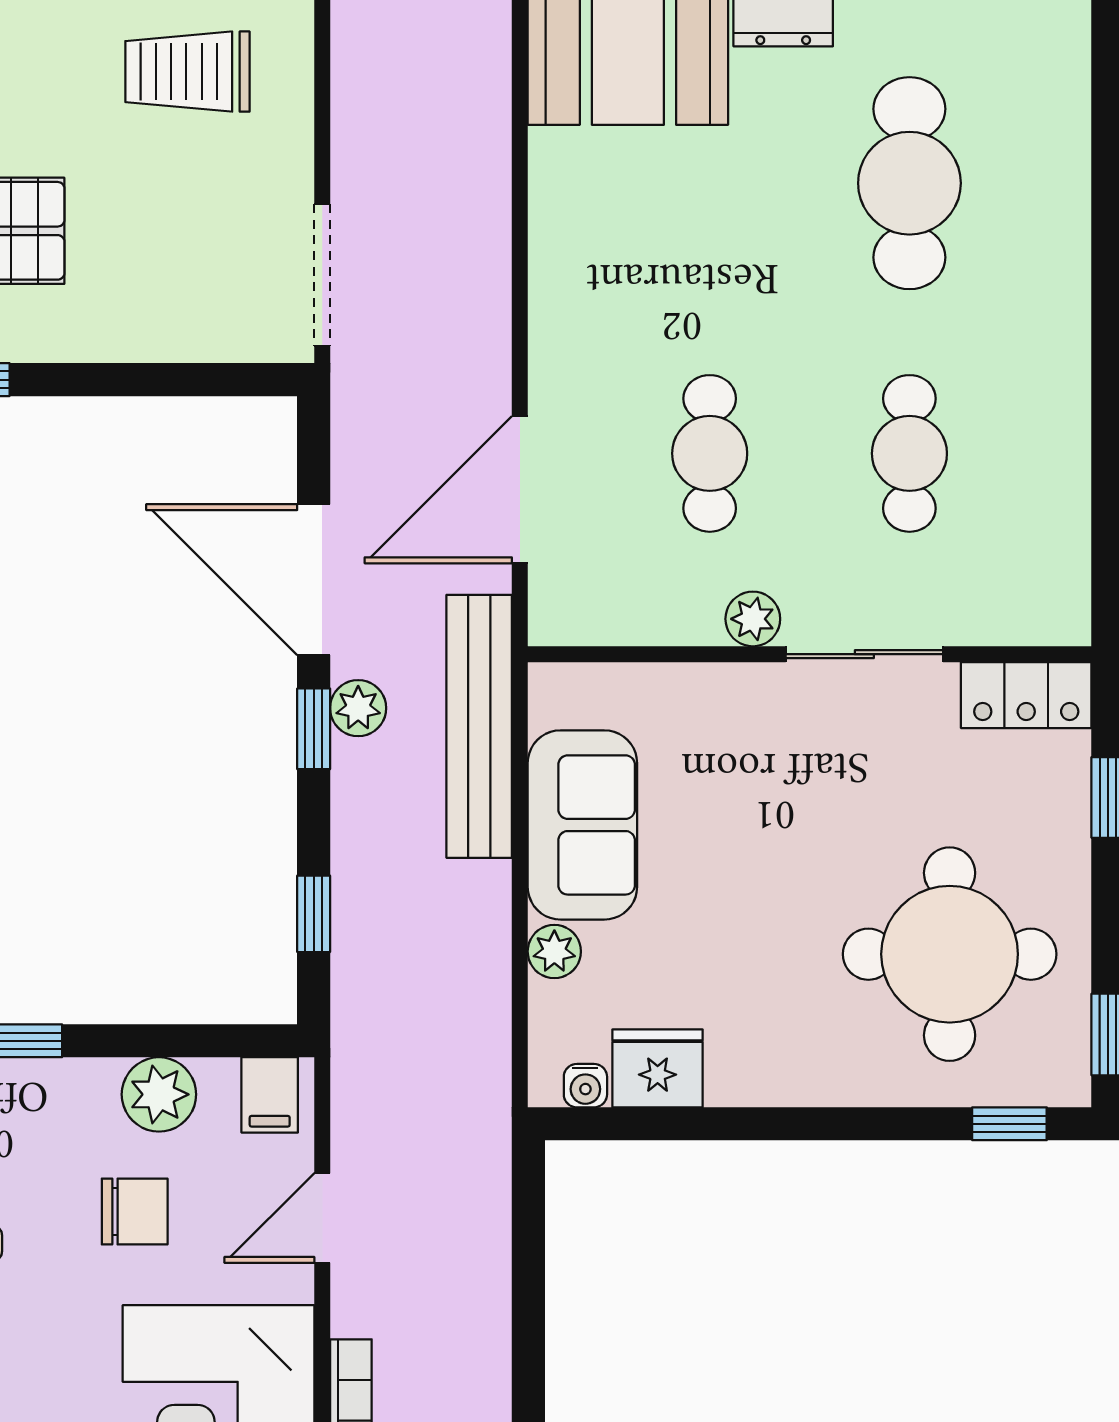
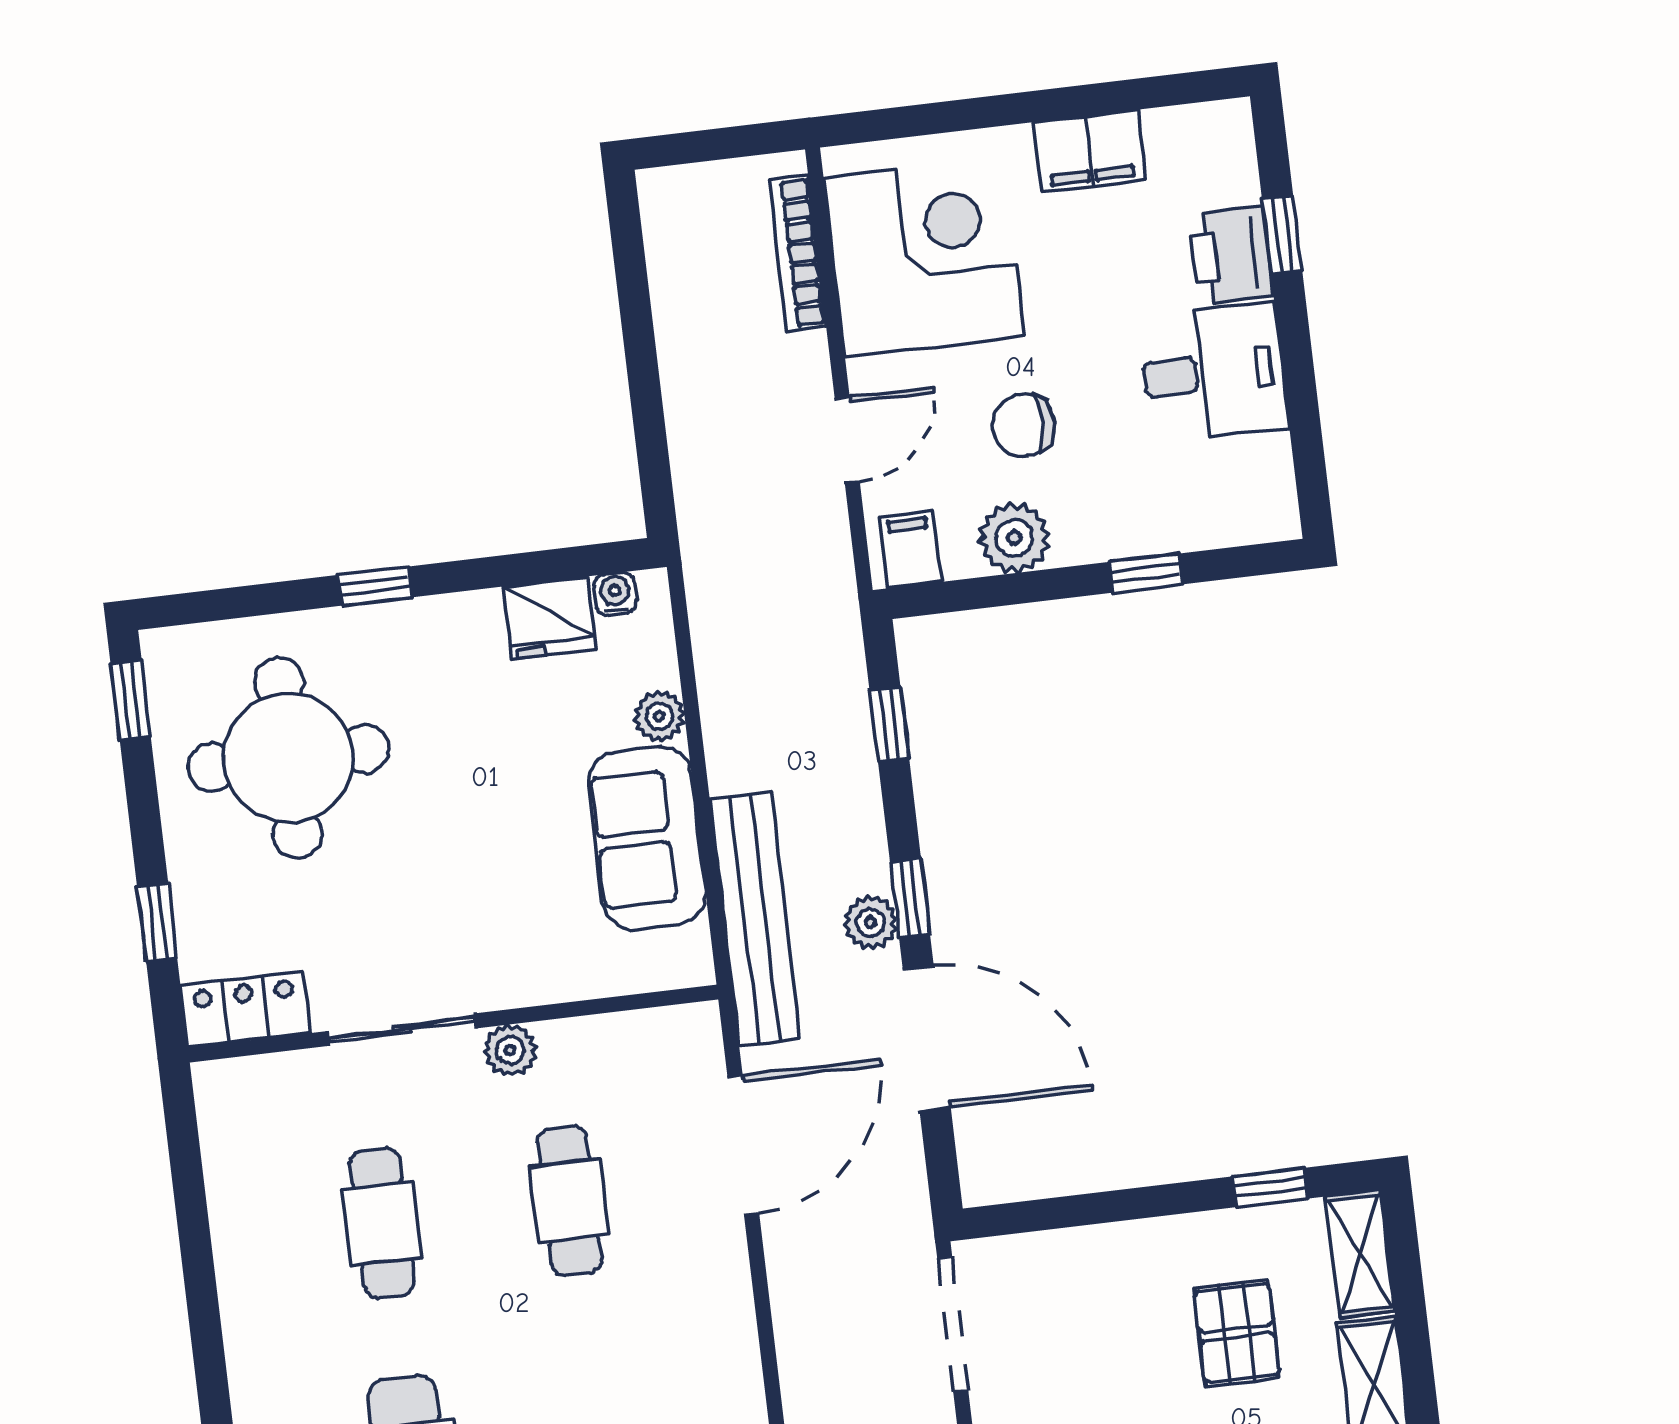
window: (1009, 1124) -> (375, 586), moved

